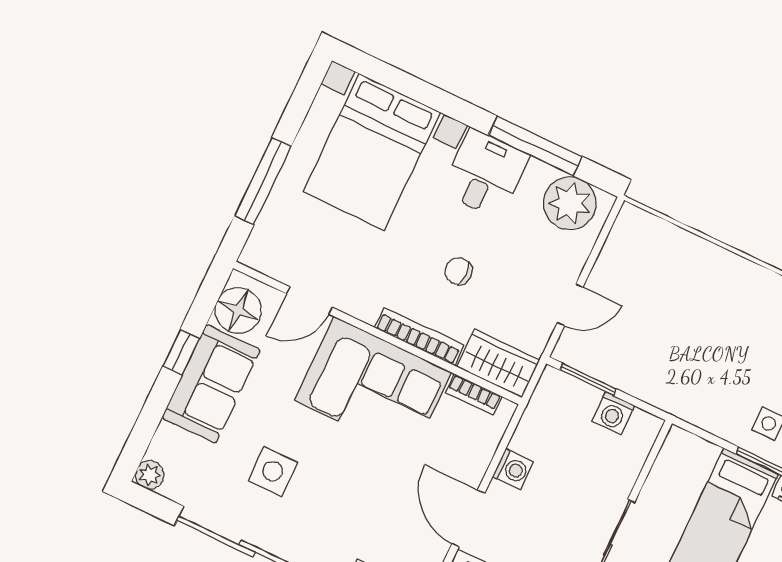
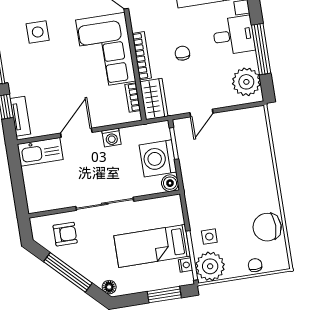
door: (570, 305) -> (201, 113), hinge flipped
washing machine: (613, 413) -> (158, 158), width x1.89, depth x1.89
boiler: (645, 428) -> (170, 183), added

